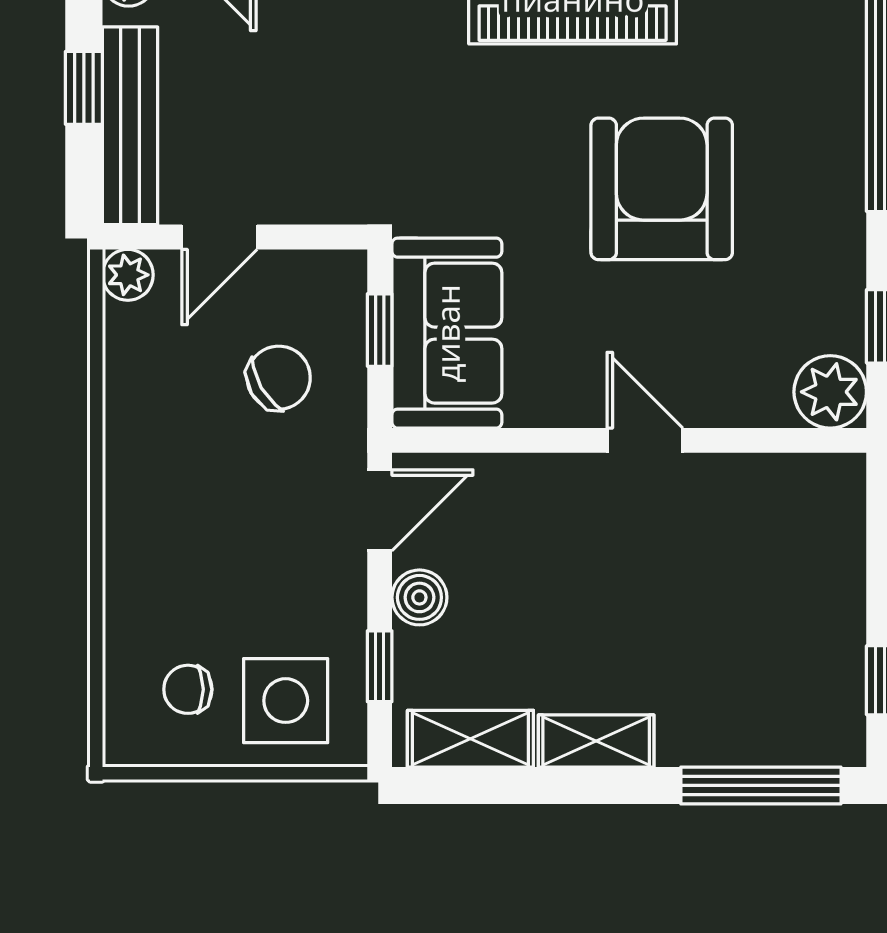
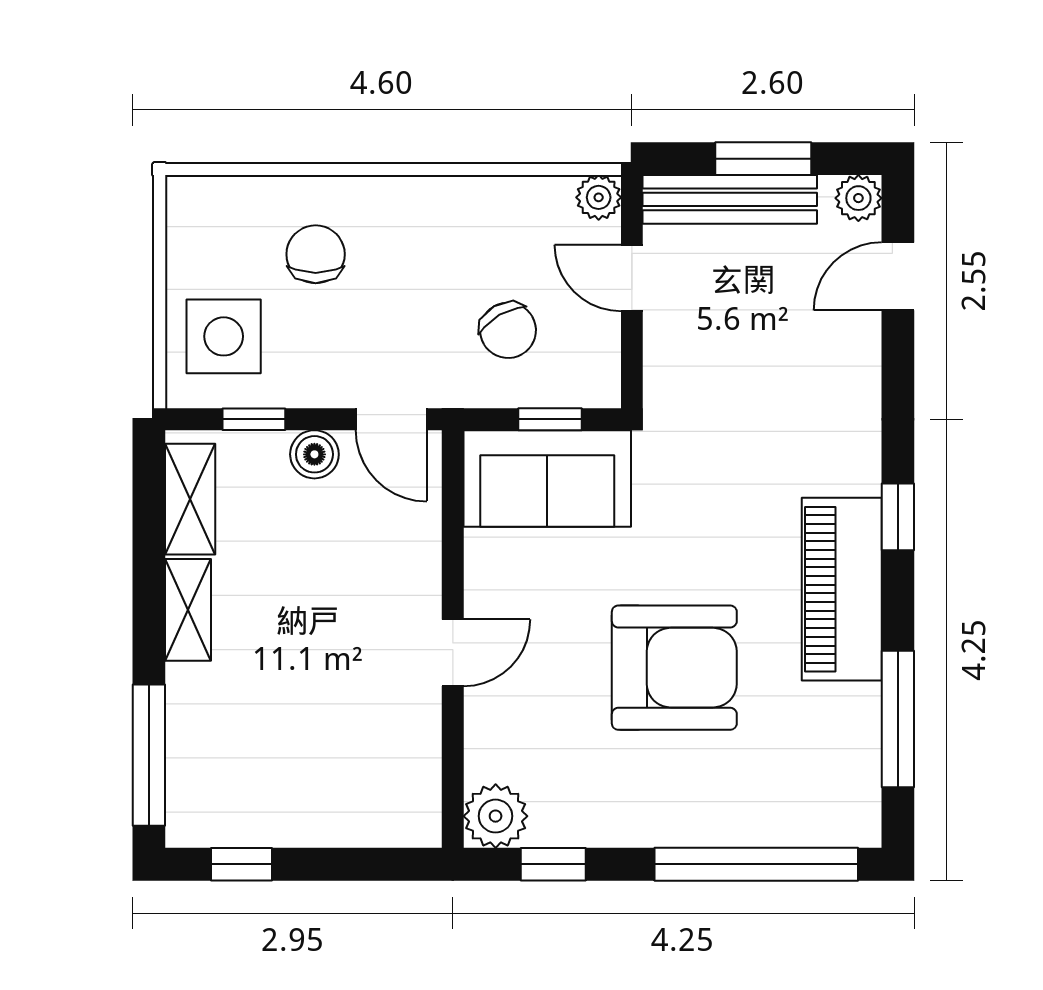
window: (84, 88) -> (763, 159), width x1.50
chair: (188, 689) -> (316, 254), moved, width x1.37, depth x1.37

